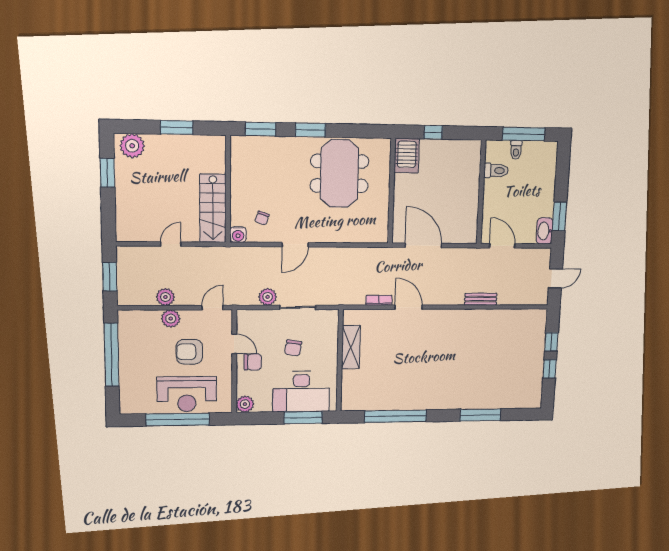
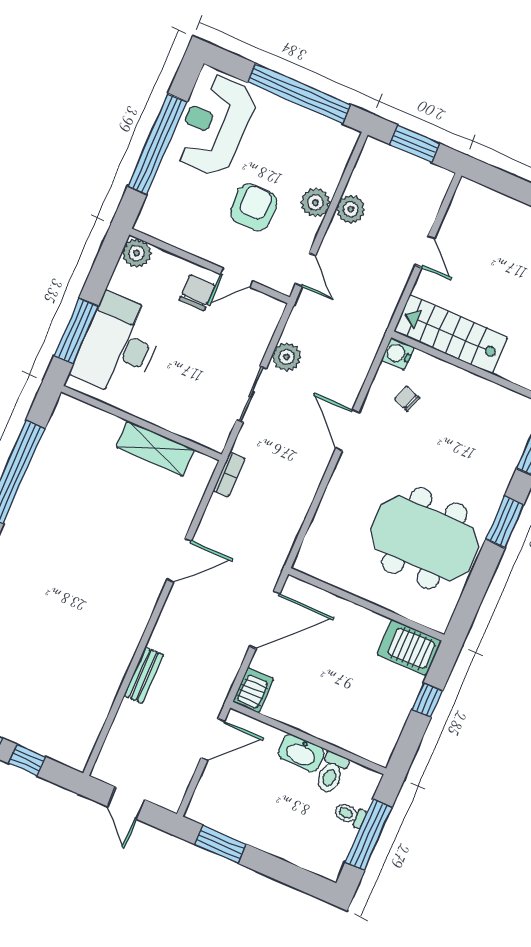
washbasin: (545, 231) -> (301, 753), moved, turned 180
server rack: (466, 235) -> (253, 690), added
bookcase: (379, 300) -> (229, 475), moved
chair: (293, 348) -> (192, 362), removed
chair: (253, 362) -> (197, 293), turned 180
reception desk: (187, 394) -> (215, 125), moved

